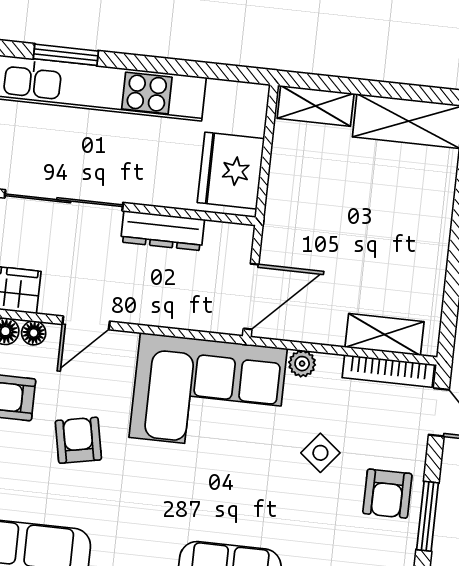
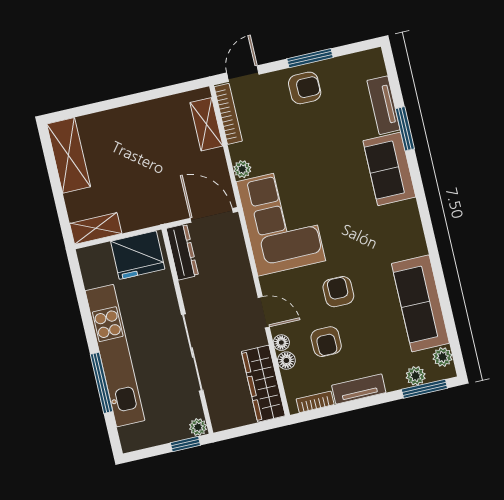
window: (66, 55) -> (102, 383), width x1.44
shelving: (316, 106) -> (96, 228), moved, turned 90
dresser: (163, 231) -> (182, 252), moved
armchair: (78, 440) -> (338, 292), turned 101
side table: (320, 453) -> (294, 138), removed

